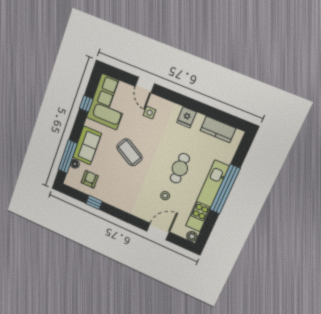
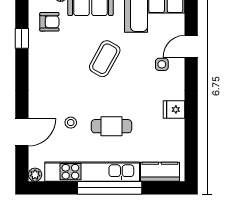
kitchen counter: (218, 129) -> (160, 172), moved, turned 90
door: (158, 232) -> (22, 132), hinge flipped

